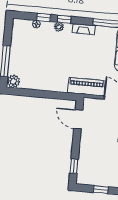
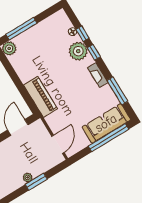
plant: (59, 27) -> (78, 51), width x1.87, depth x1.87
piano: (86, 87) -> (40, 97), moved

